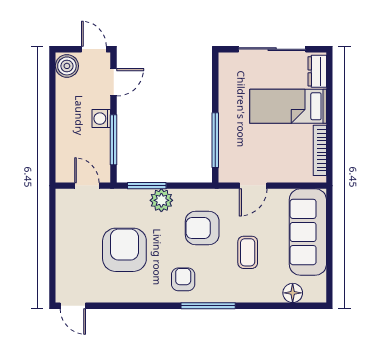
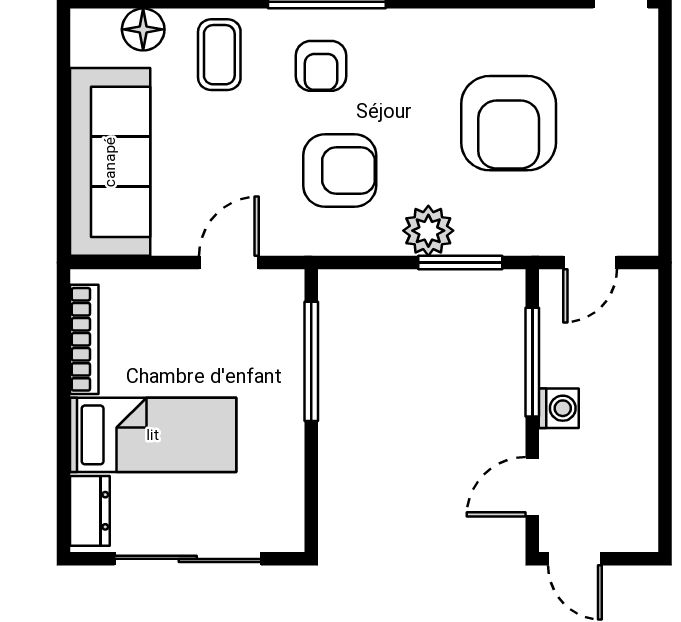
boiler: (67, 66) -> (634, 522), removed
door: (87, 186) -> (590, 263), hinge flipped
coffee table: (248, 252) -> (219, 55), moved
armchair: (183, 279) -> (321, 66), moved

